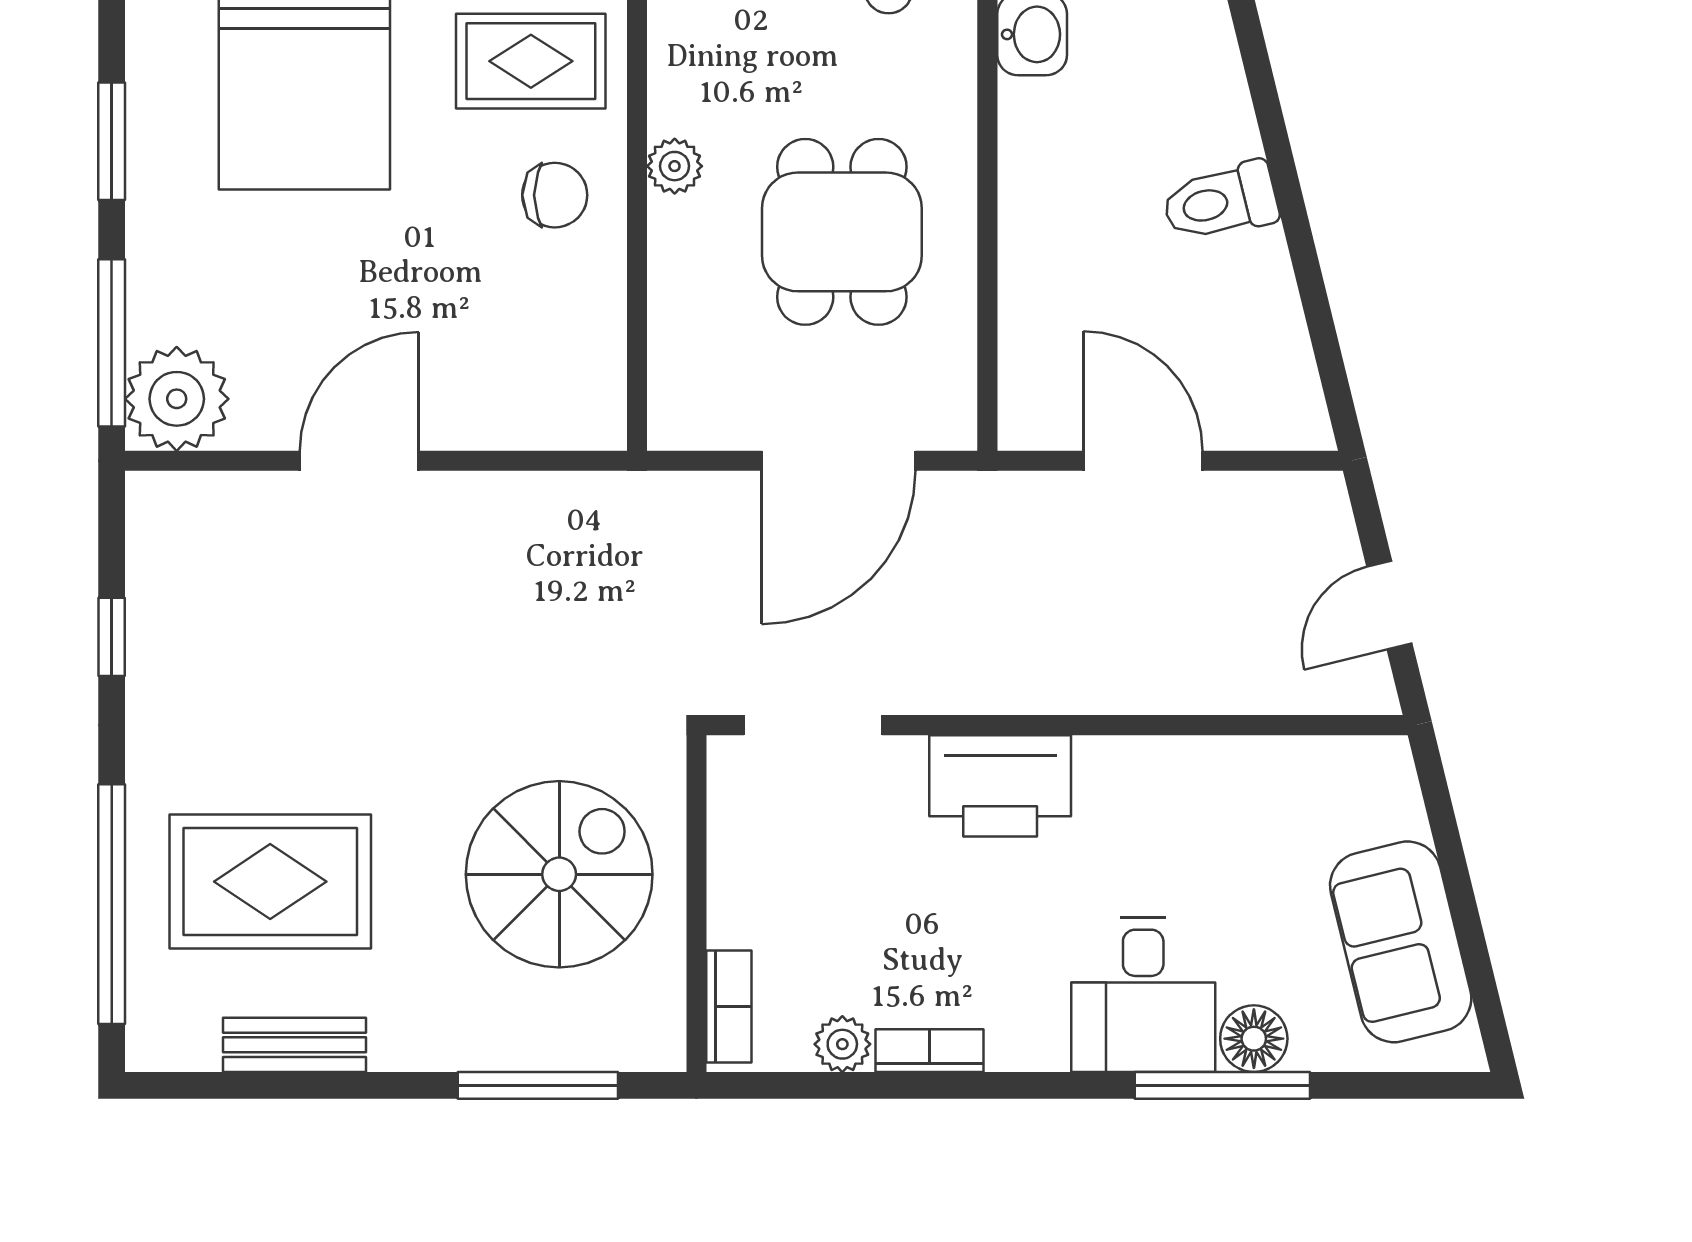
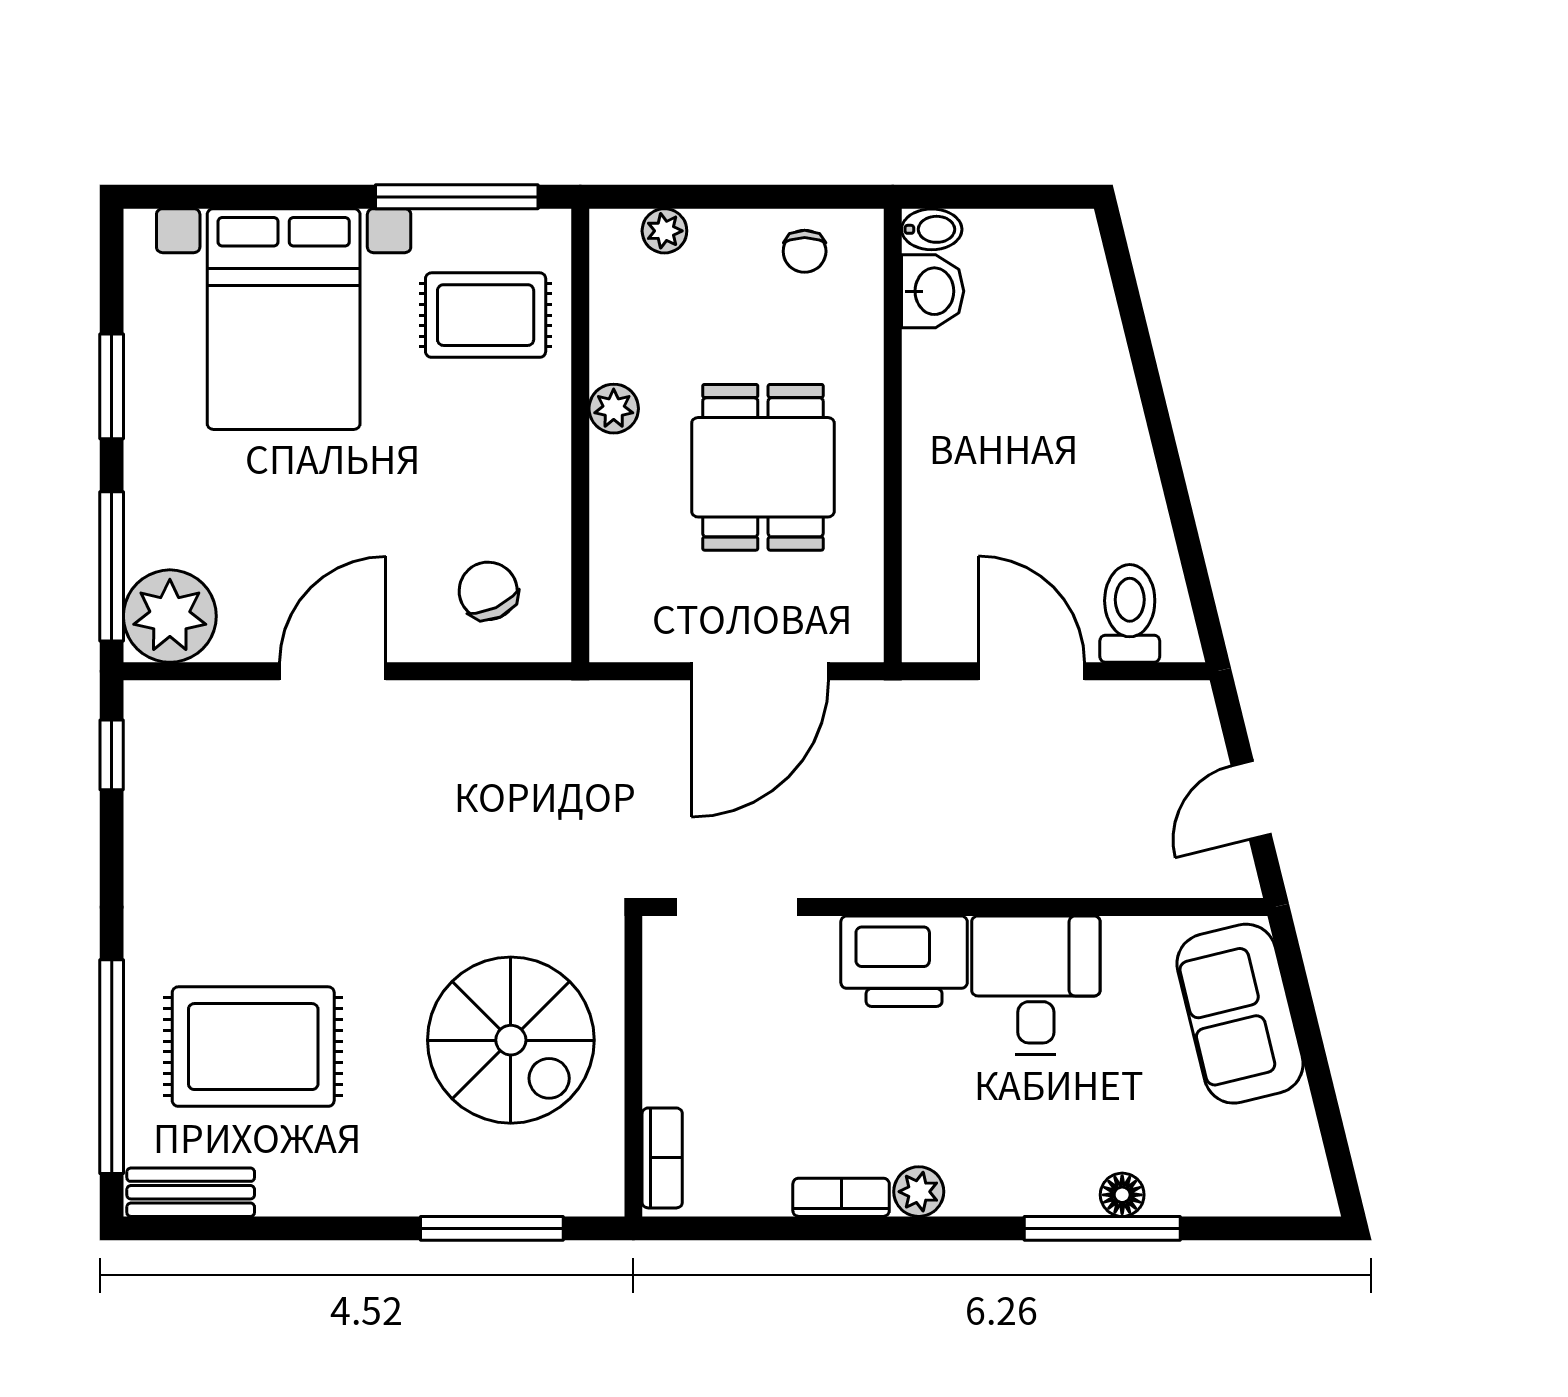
chair: (555, 195) -> (488, 591), moved, turned -115
toilet: (1220, 202) -> (1130, 613), moved, turned 104
window: (112, 637) -> (112, 755), moved
spiral stairs: (559, 874) -> (511, 1040), turned 90
sofa: (1401, 942) -> (1240, 1014), moved
desk: (1143, 995) -> (1036, 985), moved, turned 180
floor lamp: (1254, 1039) -> (1122, 1195), width x0.73, depth x0.73
plant: (842, 1044) -> (919, 1192), moved
bench: (295, 1045) -> (191, 1192), moved

